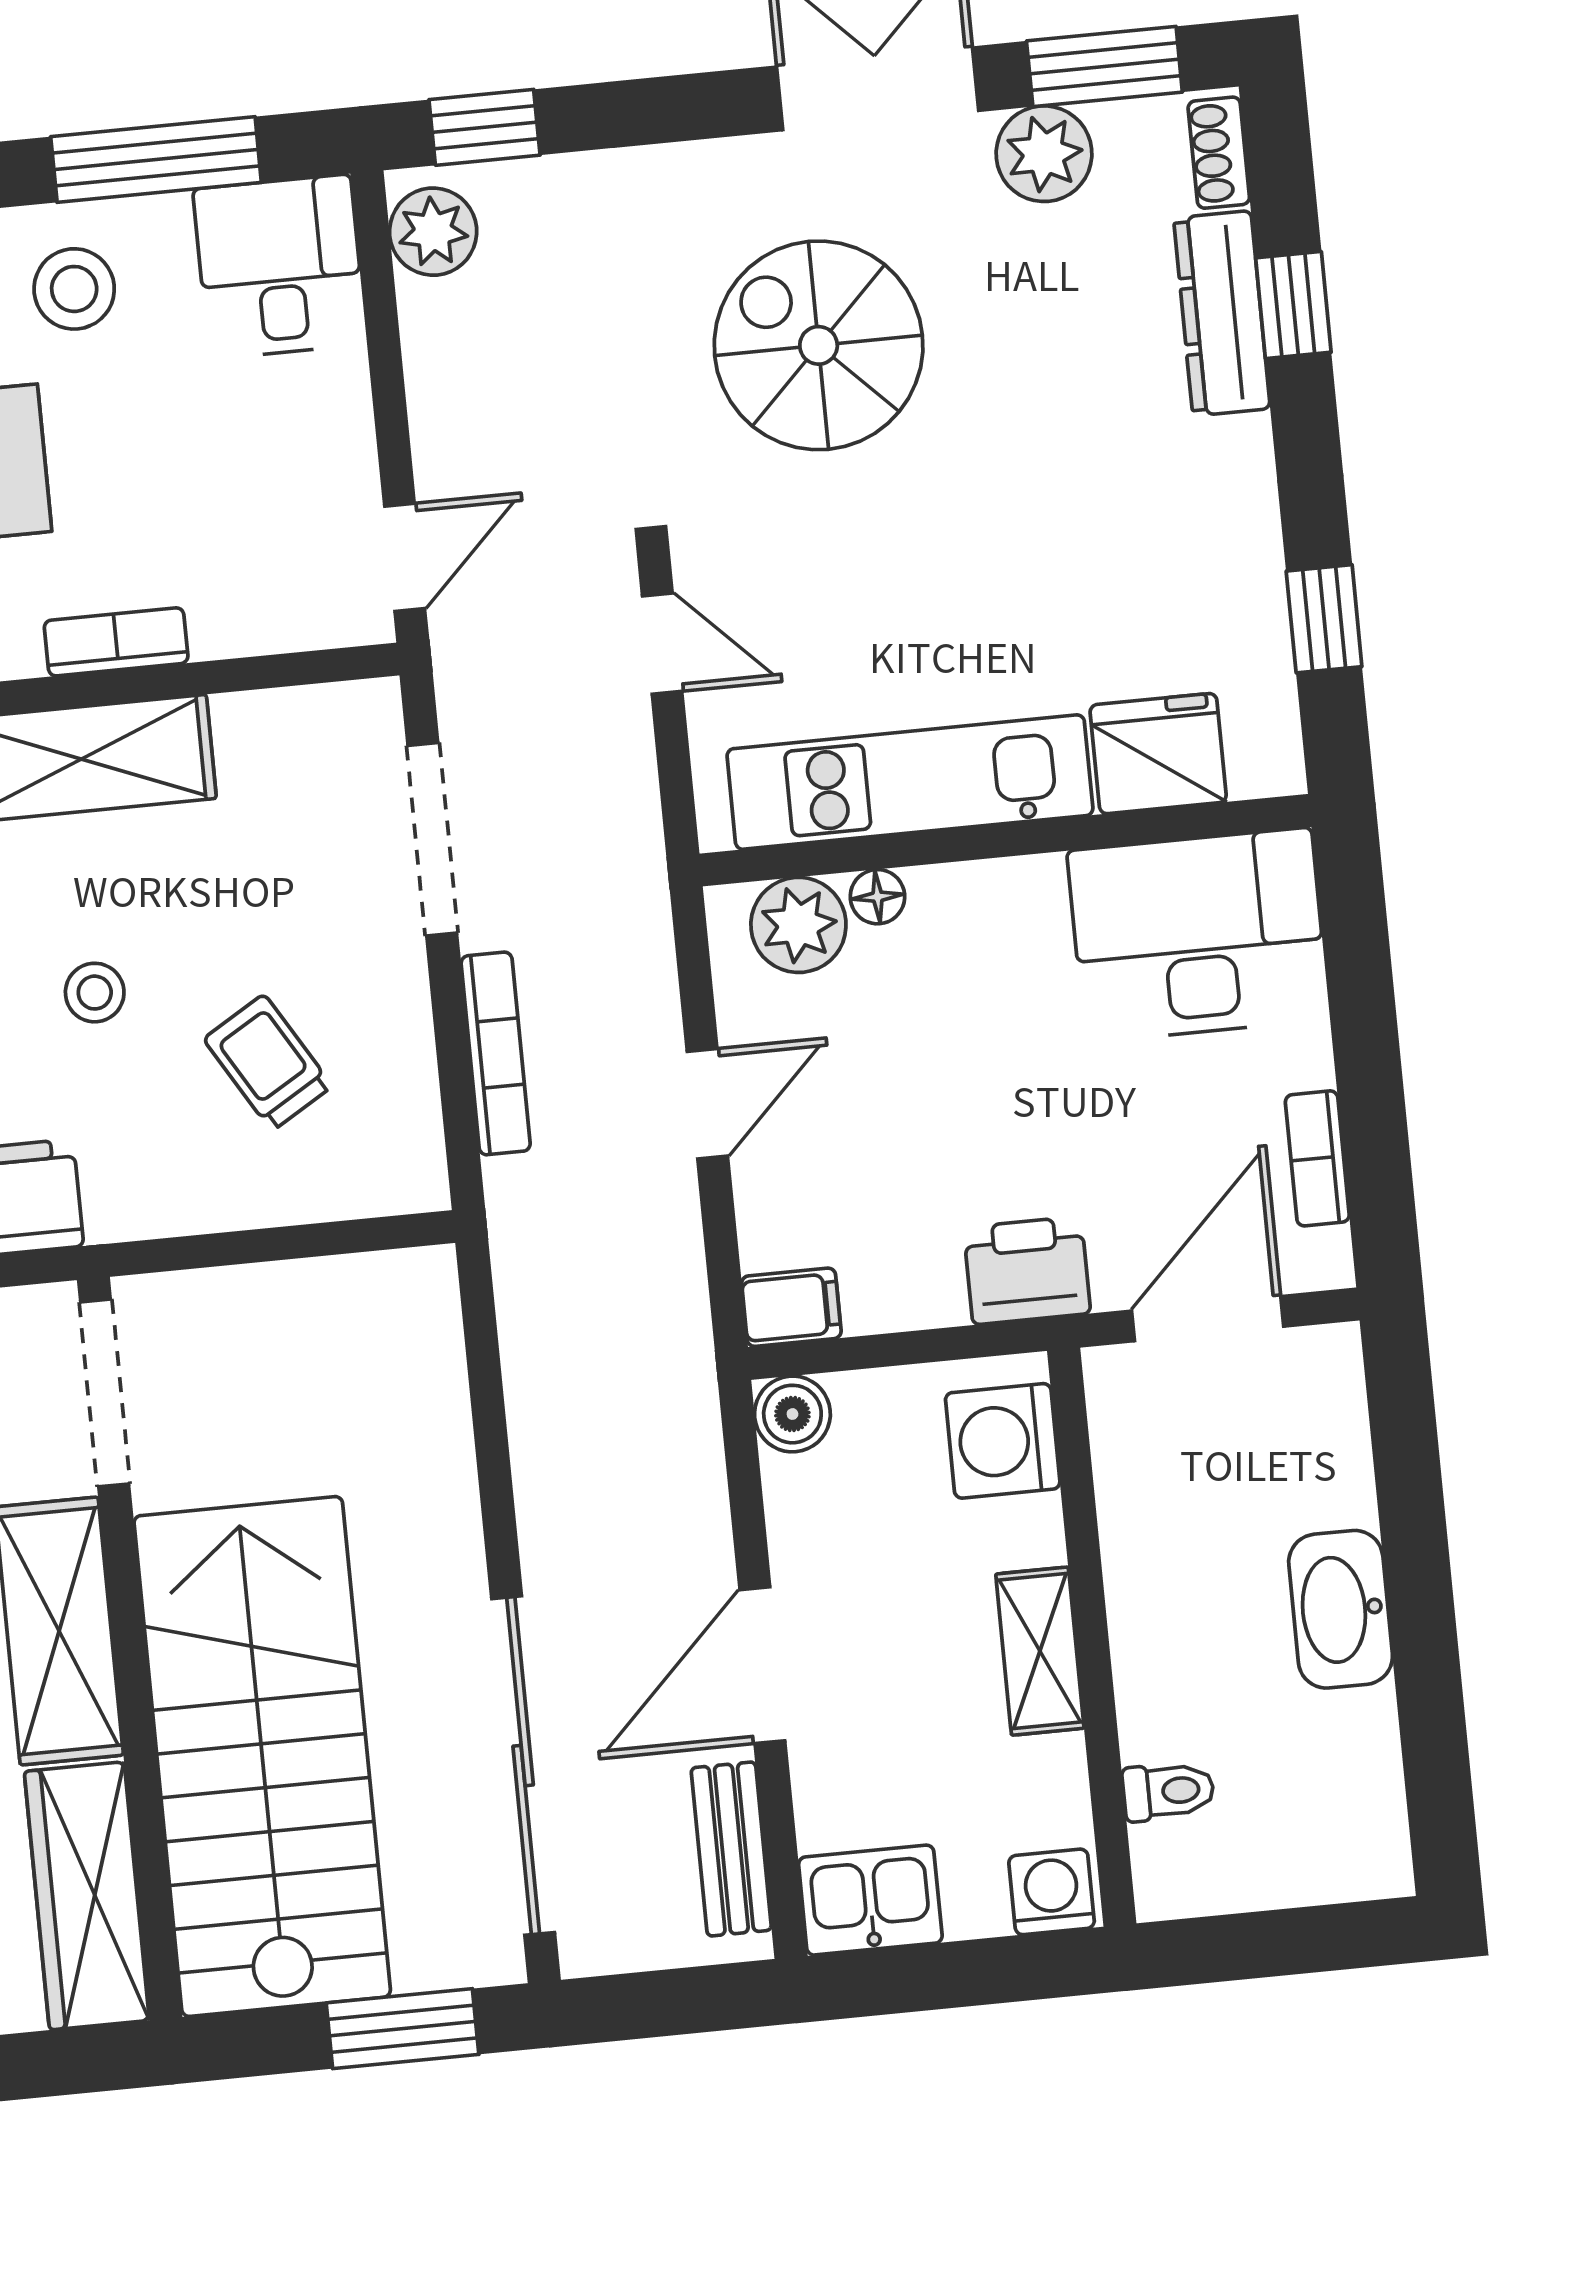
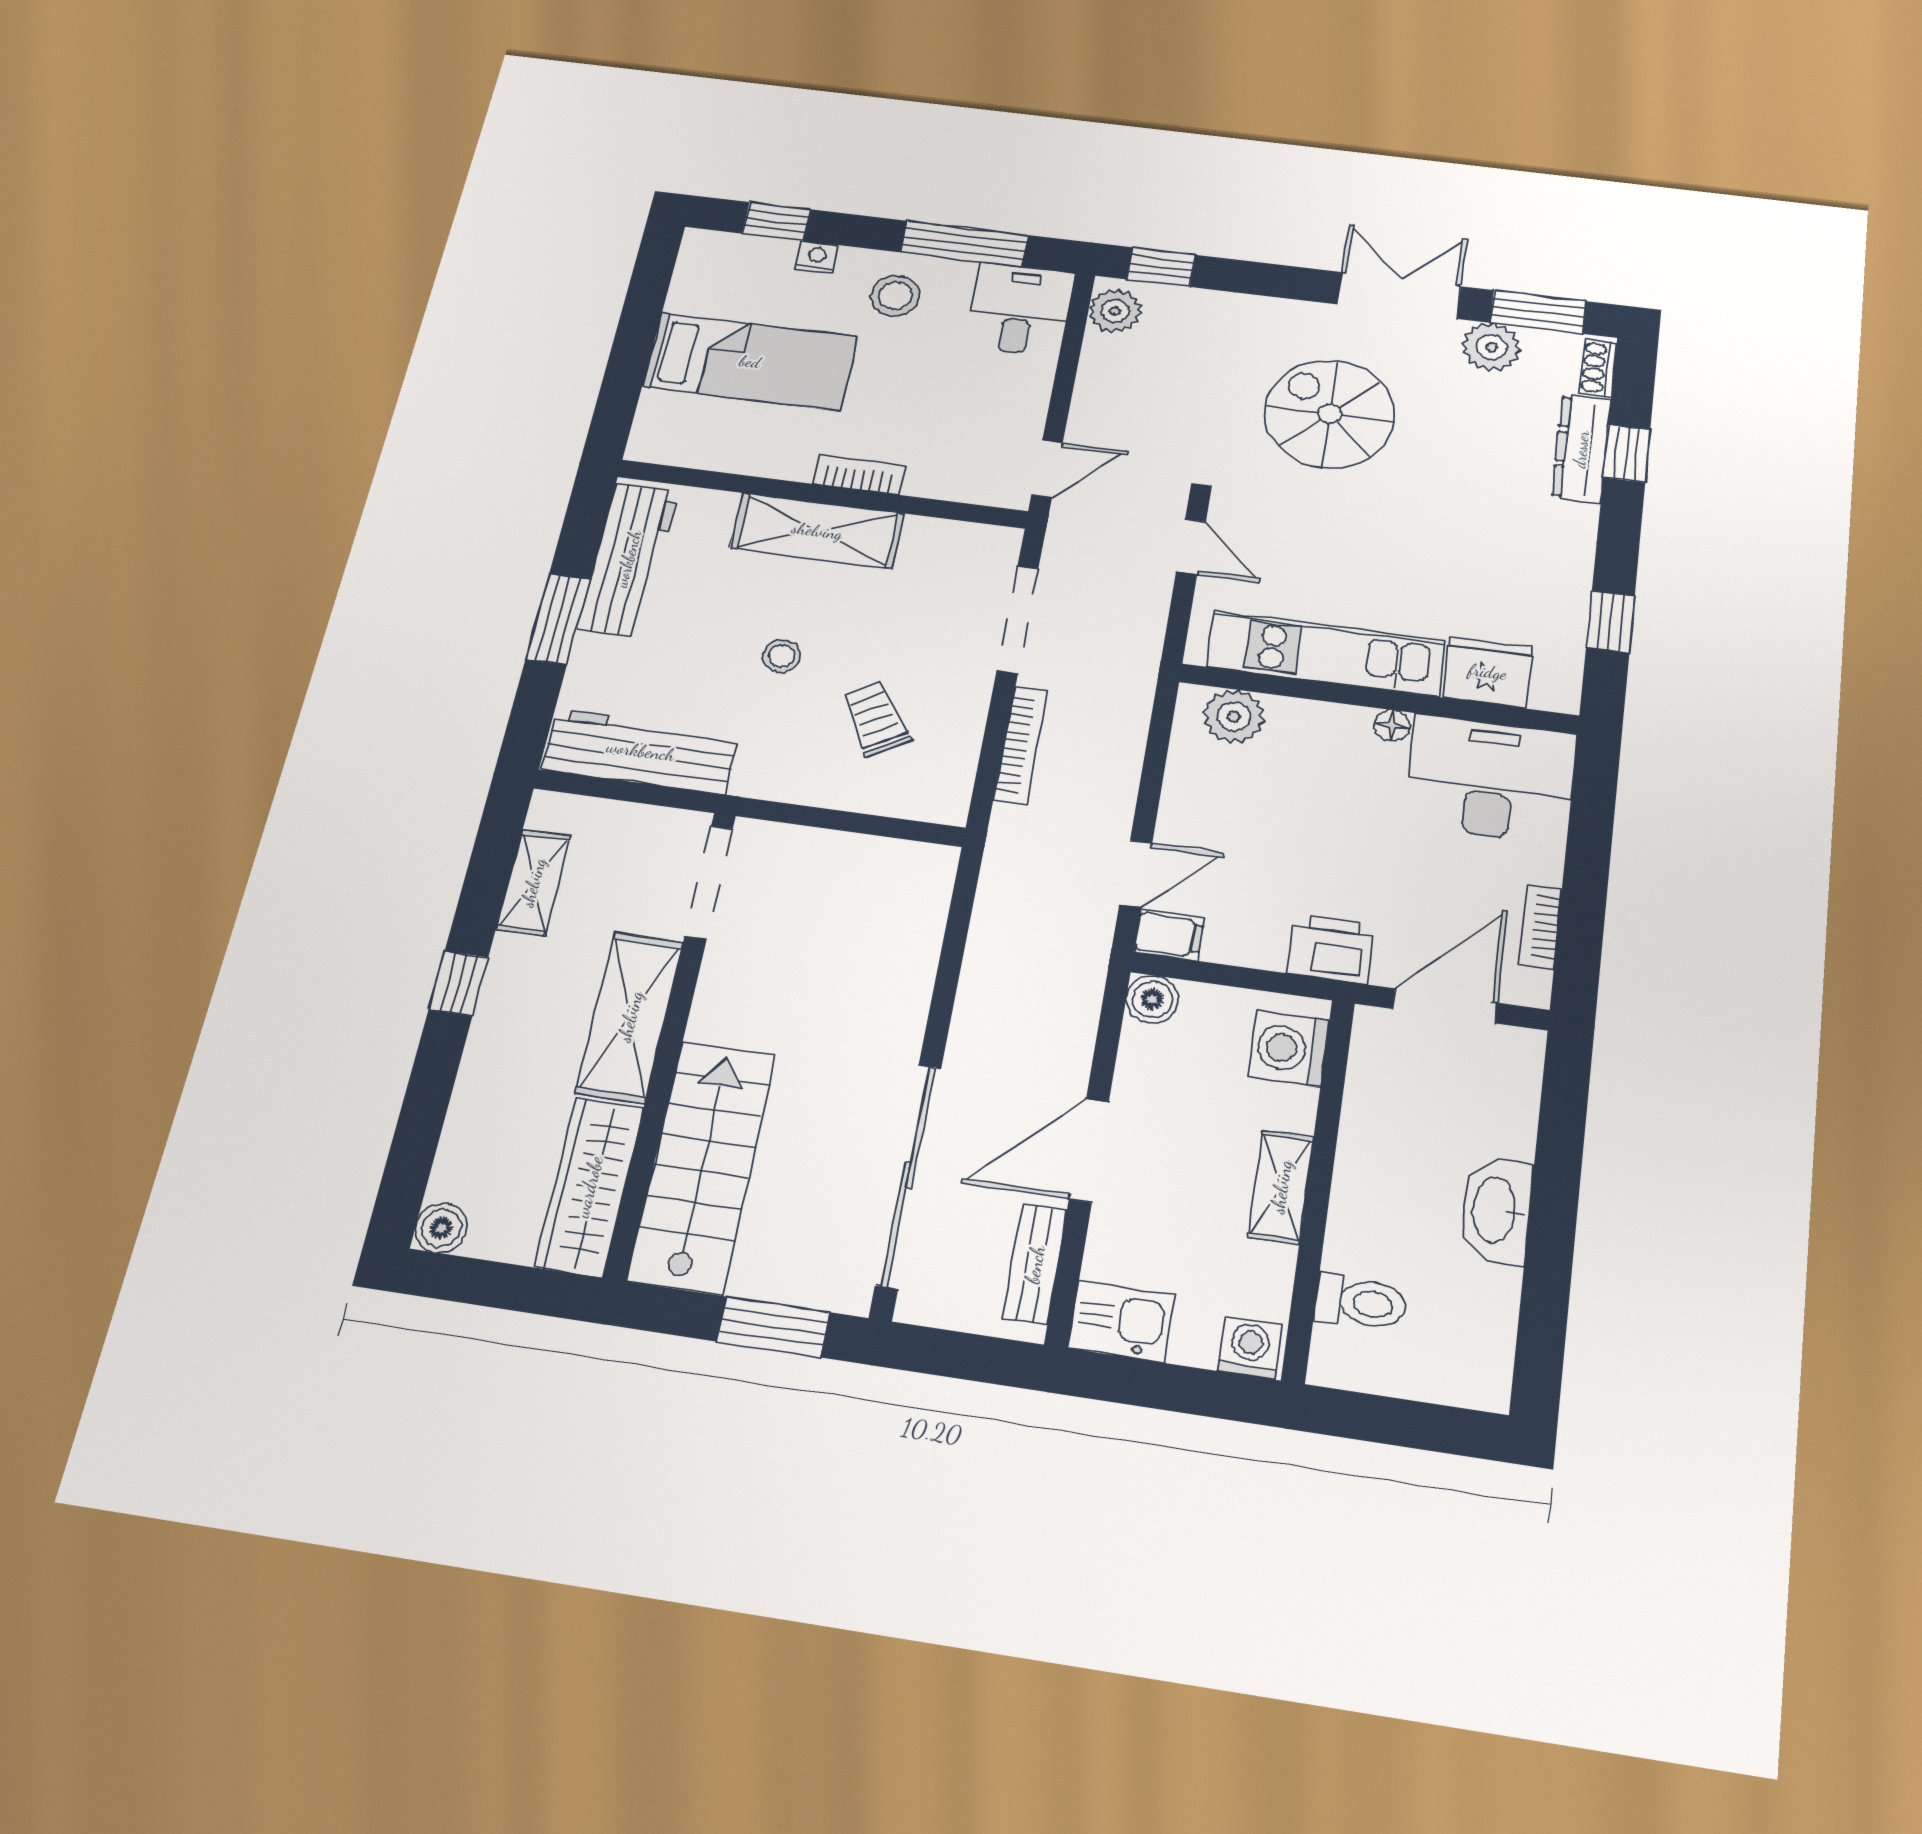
floor lamp: (877, 897) -> (1392, 726), moved
door: (707, 1104) -> (1136, 874), moved
stairs: (262, 1756) -> (702, 1167), width x0.73, depth x0.66
toilet: (1168, 1791) -> (1361, 1302), width x1.37, depth x1.39

